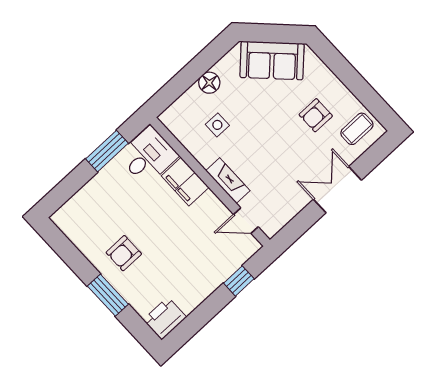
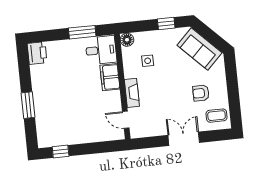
window: (205, 60) -> (166, 23), added
floor lamp: (209, 83) -> (127, 40), moved
armchair: (124, 253) -> (52, 90), removed
window: (239, 281) -> (61, 152), moved
printer: (165, 318) -> (37, 53), moved, turned 90

